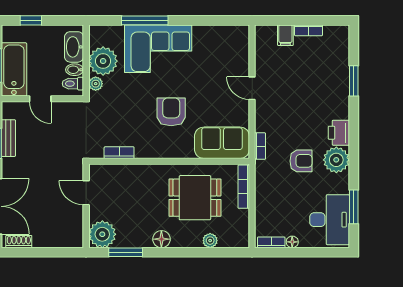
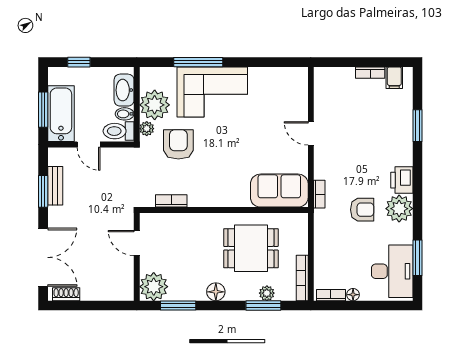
filing cabinet: (285, 35) -> (394, 78), moved
toilet: (73, 84) -> (119, 131), width x1.37, depth x1.39
armchair: (171, 112) -> (178, 144), moved
bookcase: (244, 187) -> (302, 278), moved
window: (207, 252) -> (263, 306), added

